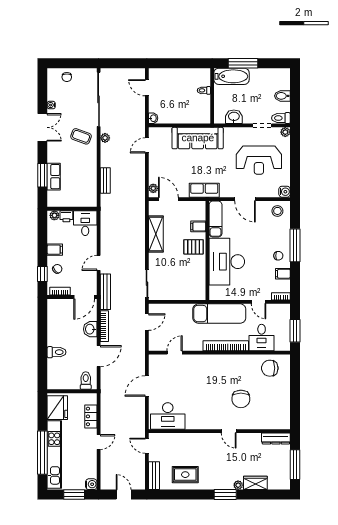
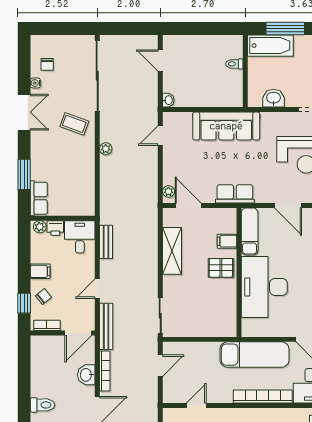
chair: (67, 77) -> (47, 64), moved
plant: (105, 138) -> (106, 149), moved
row of seats: (54, 177) -> (39, 198), moved
bench: (105, 180) -> (106, 242), moved

